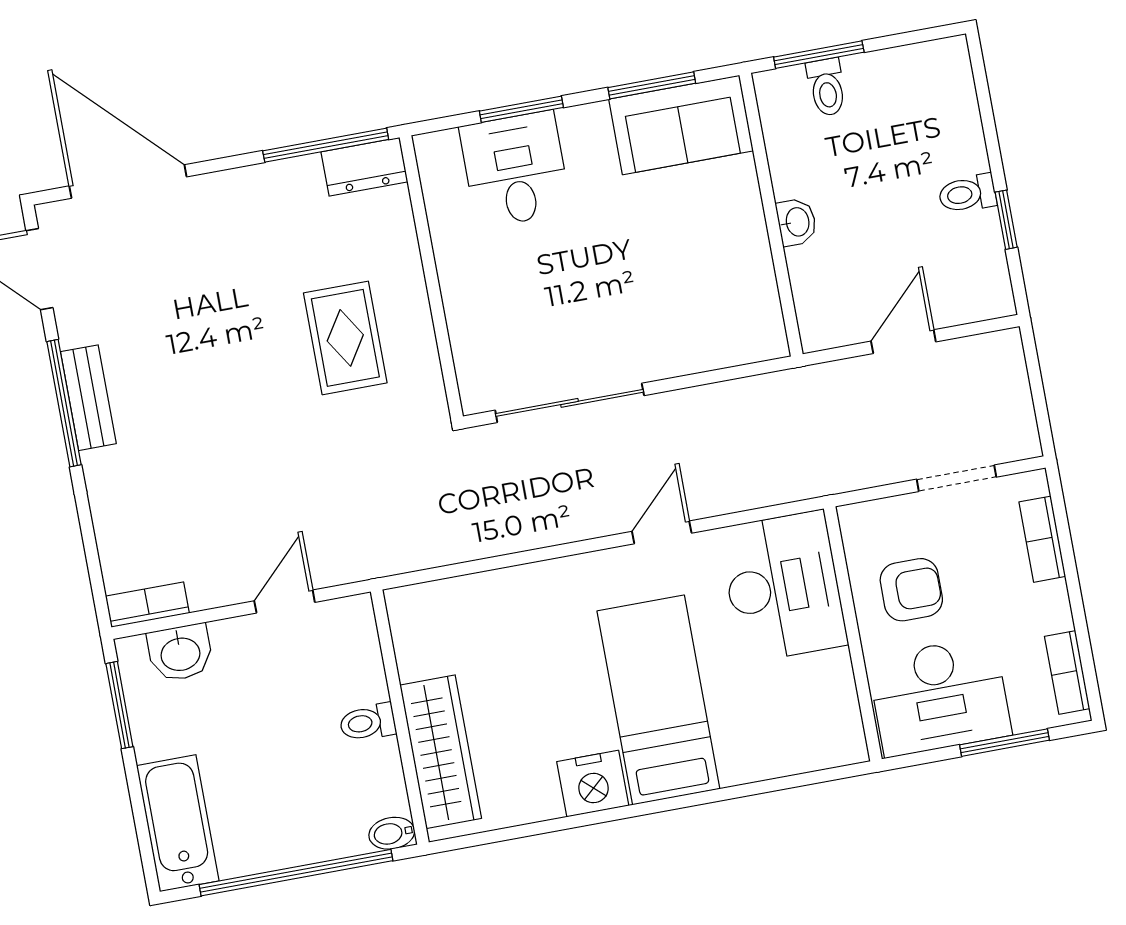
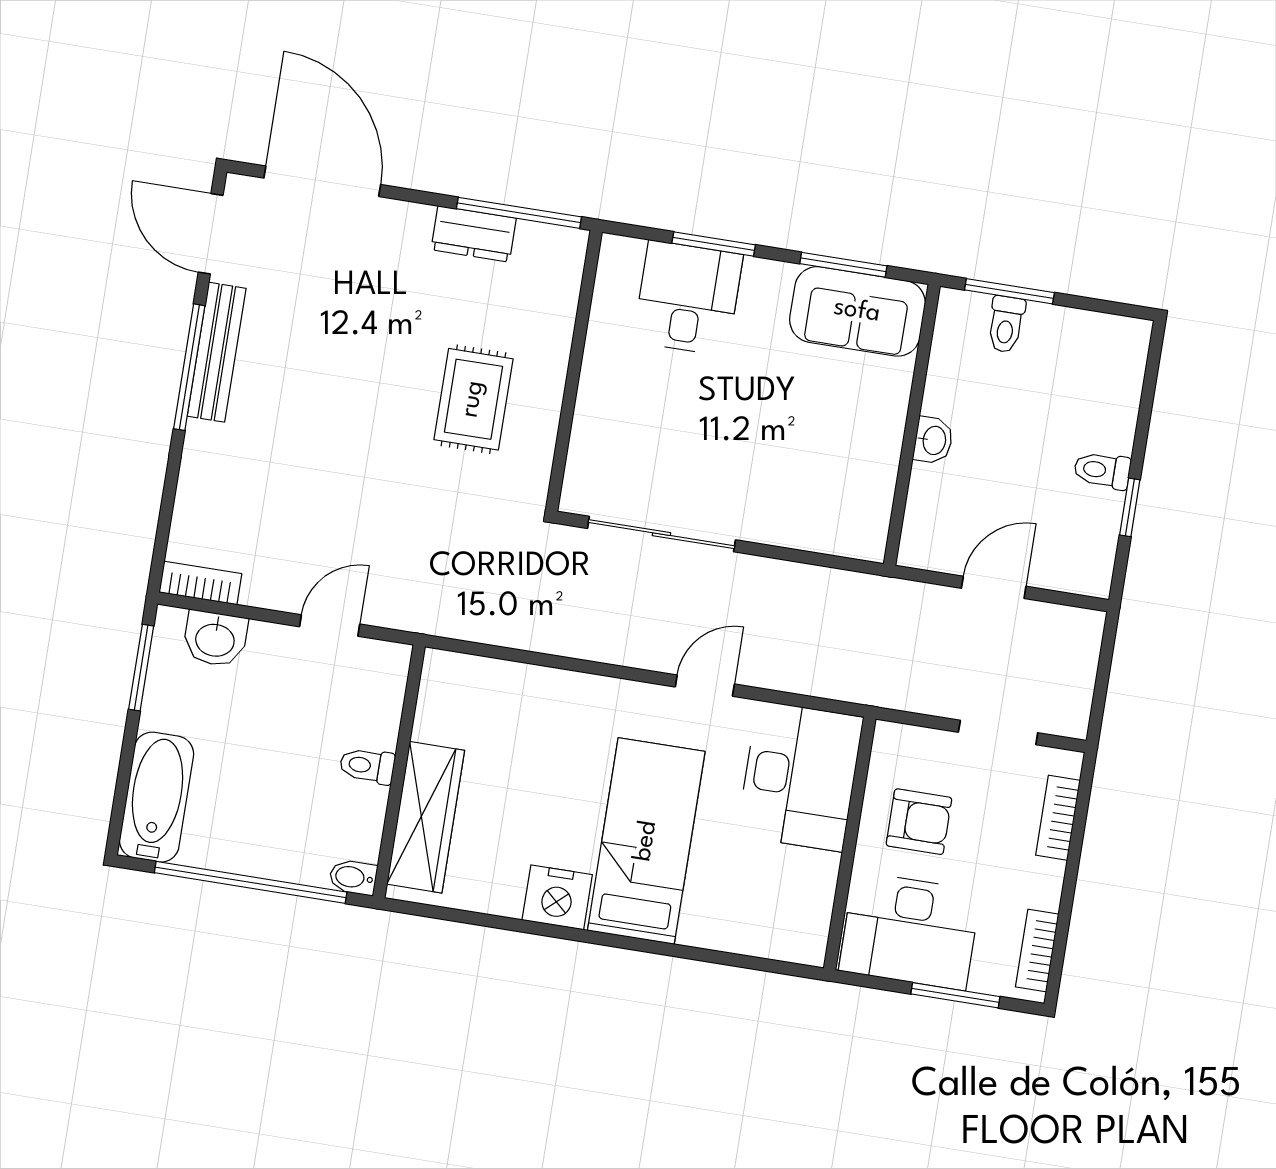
dresser: (364, 167) -> (474, 234), moved
bench: (88, 398) -> (217, 352), width x1.36

